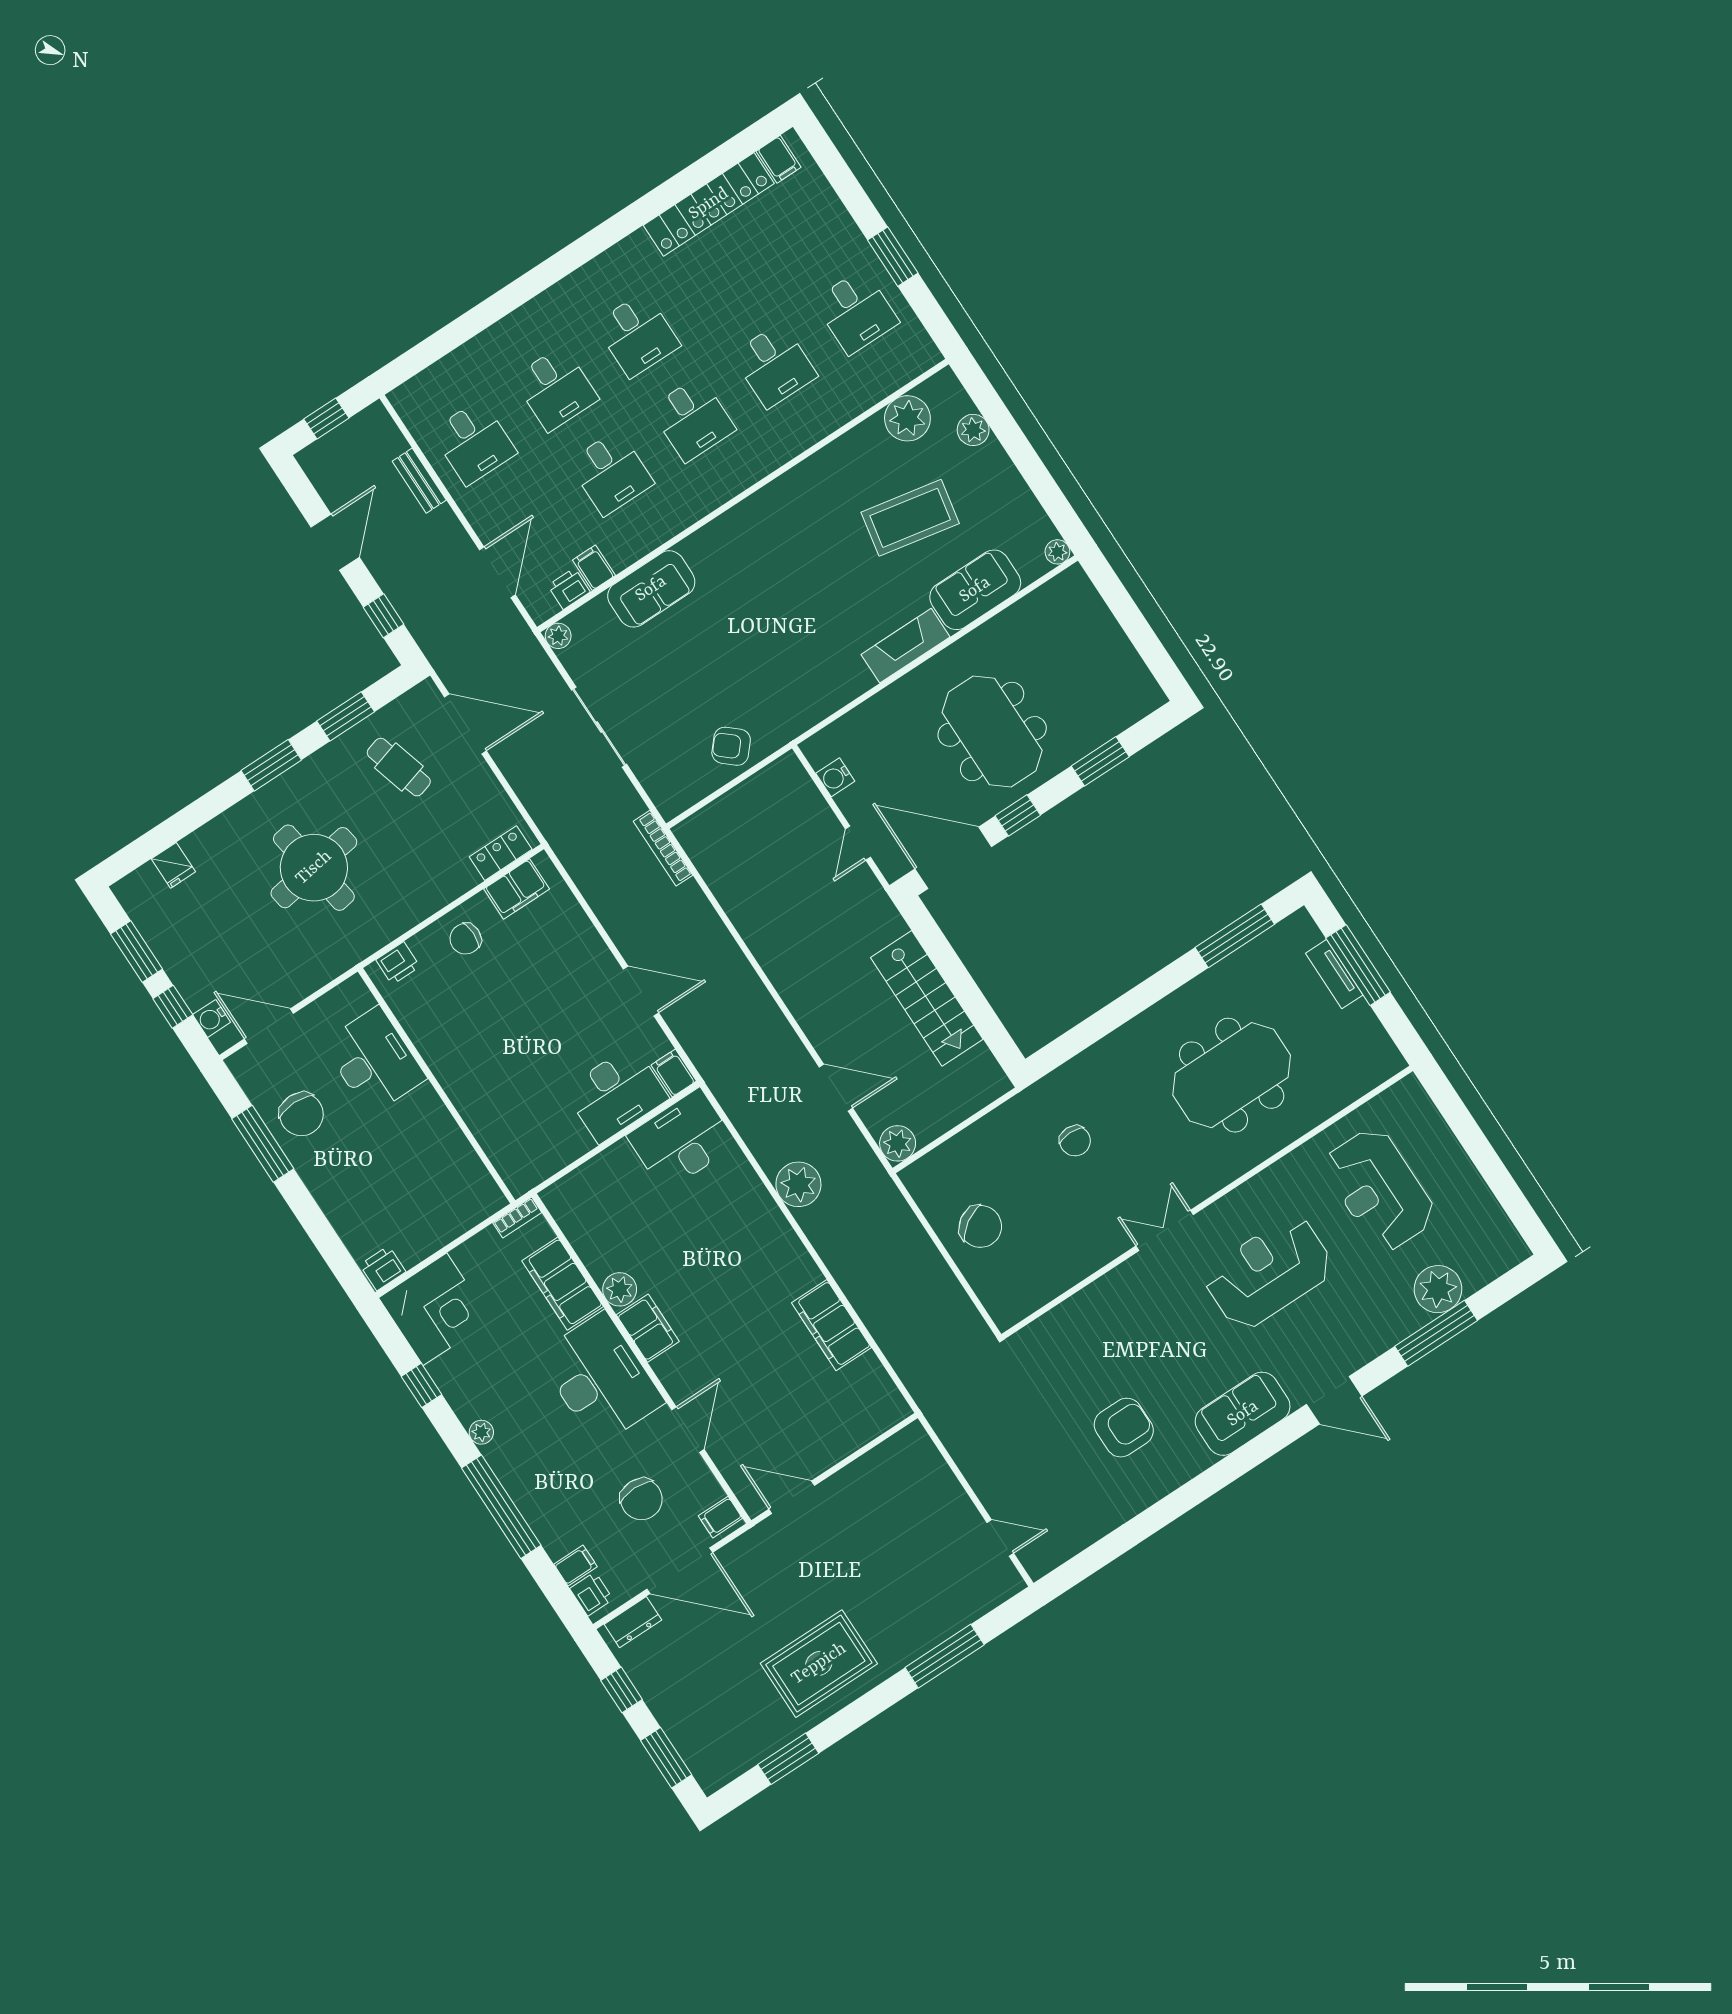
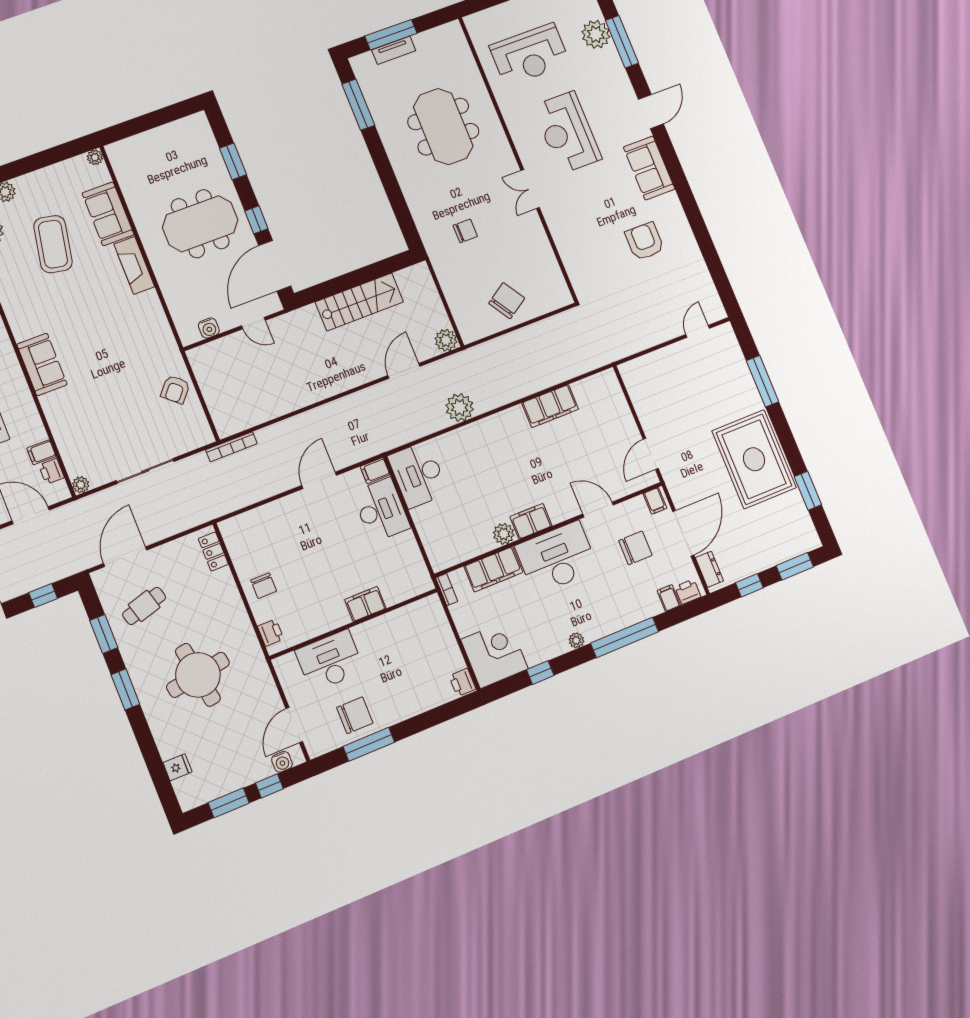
sofa: (651, 589) -> (42, 364), moved
filing cabinet: (517, 889) -> (365, 604), moved, turned -90
rug: (819, 1664) -> (754, 459), width x1.37, depth x1.44

